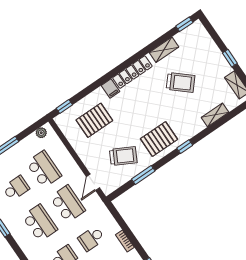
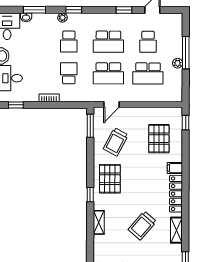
shelving: (215, 115) -> (99, 222), moved
plant: (41, 133) -> (178, 63), moved
window: (143, 175) -> (90, 126), moved
door: (93, 182) -> (112, 104), swing flipped

